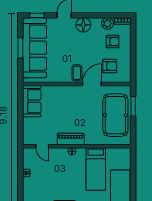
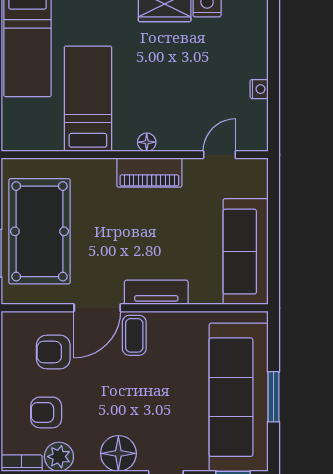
tv unit: (68, 90) -> (156, 292), added
sofa: (32, 101) -> (246, 252), width x1.36
door: (42, 146) -> (219, 155), hinge flipped

